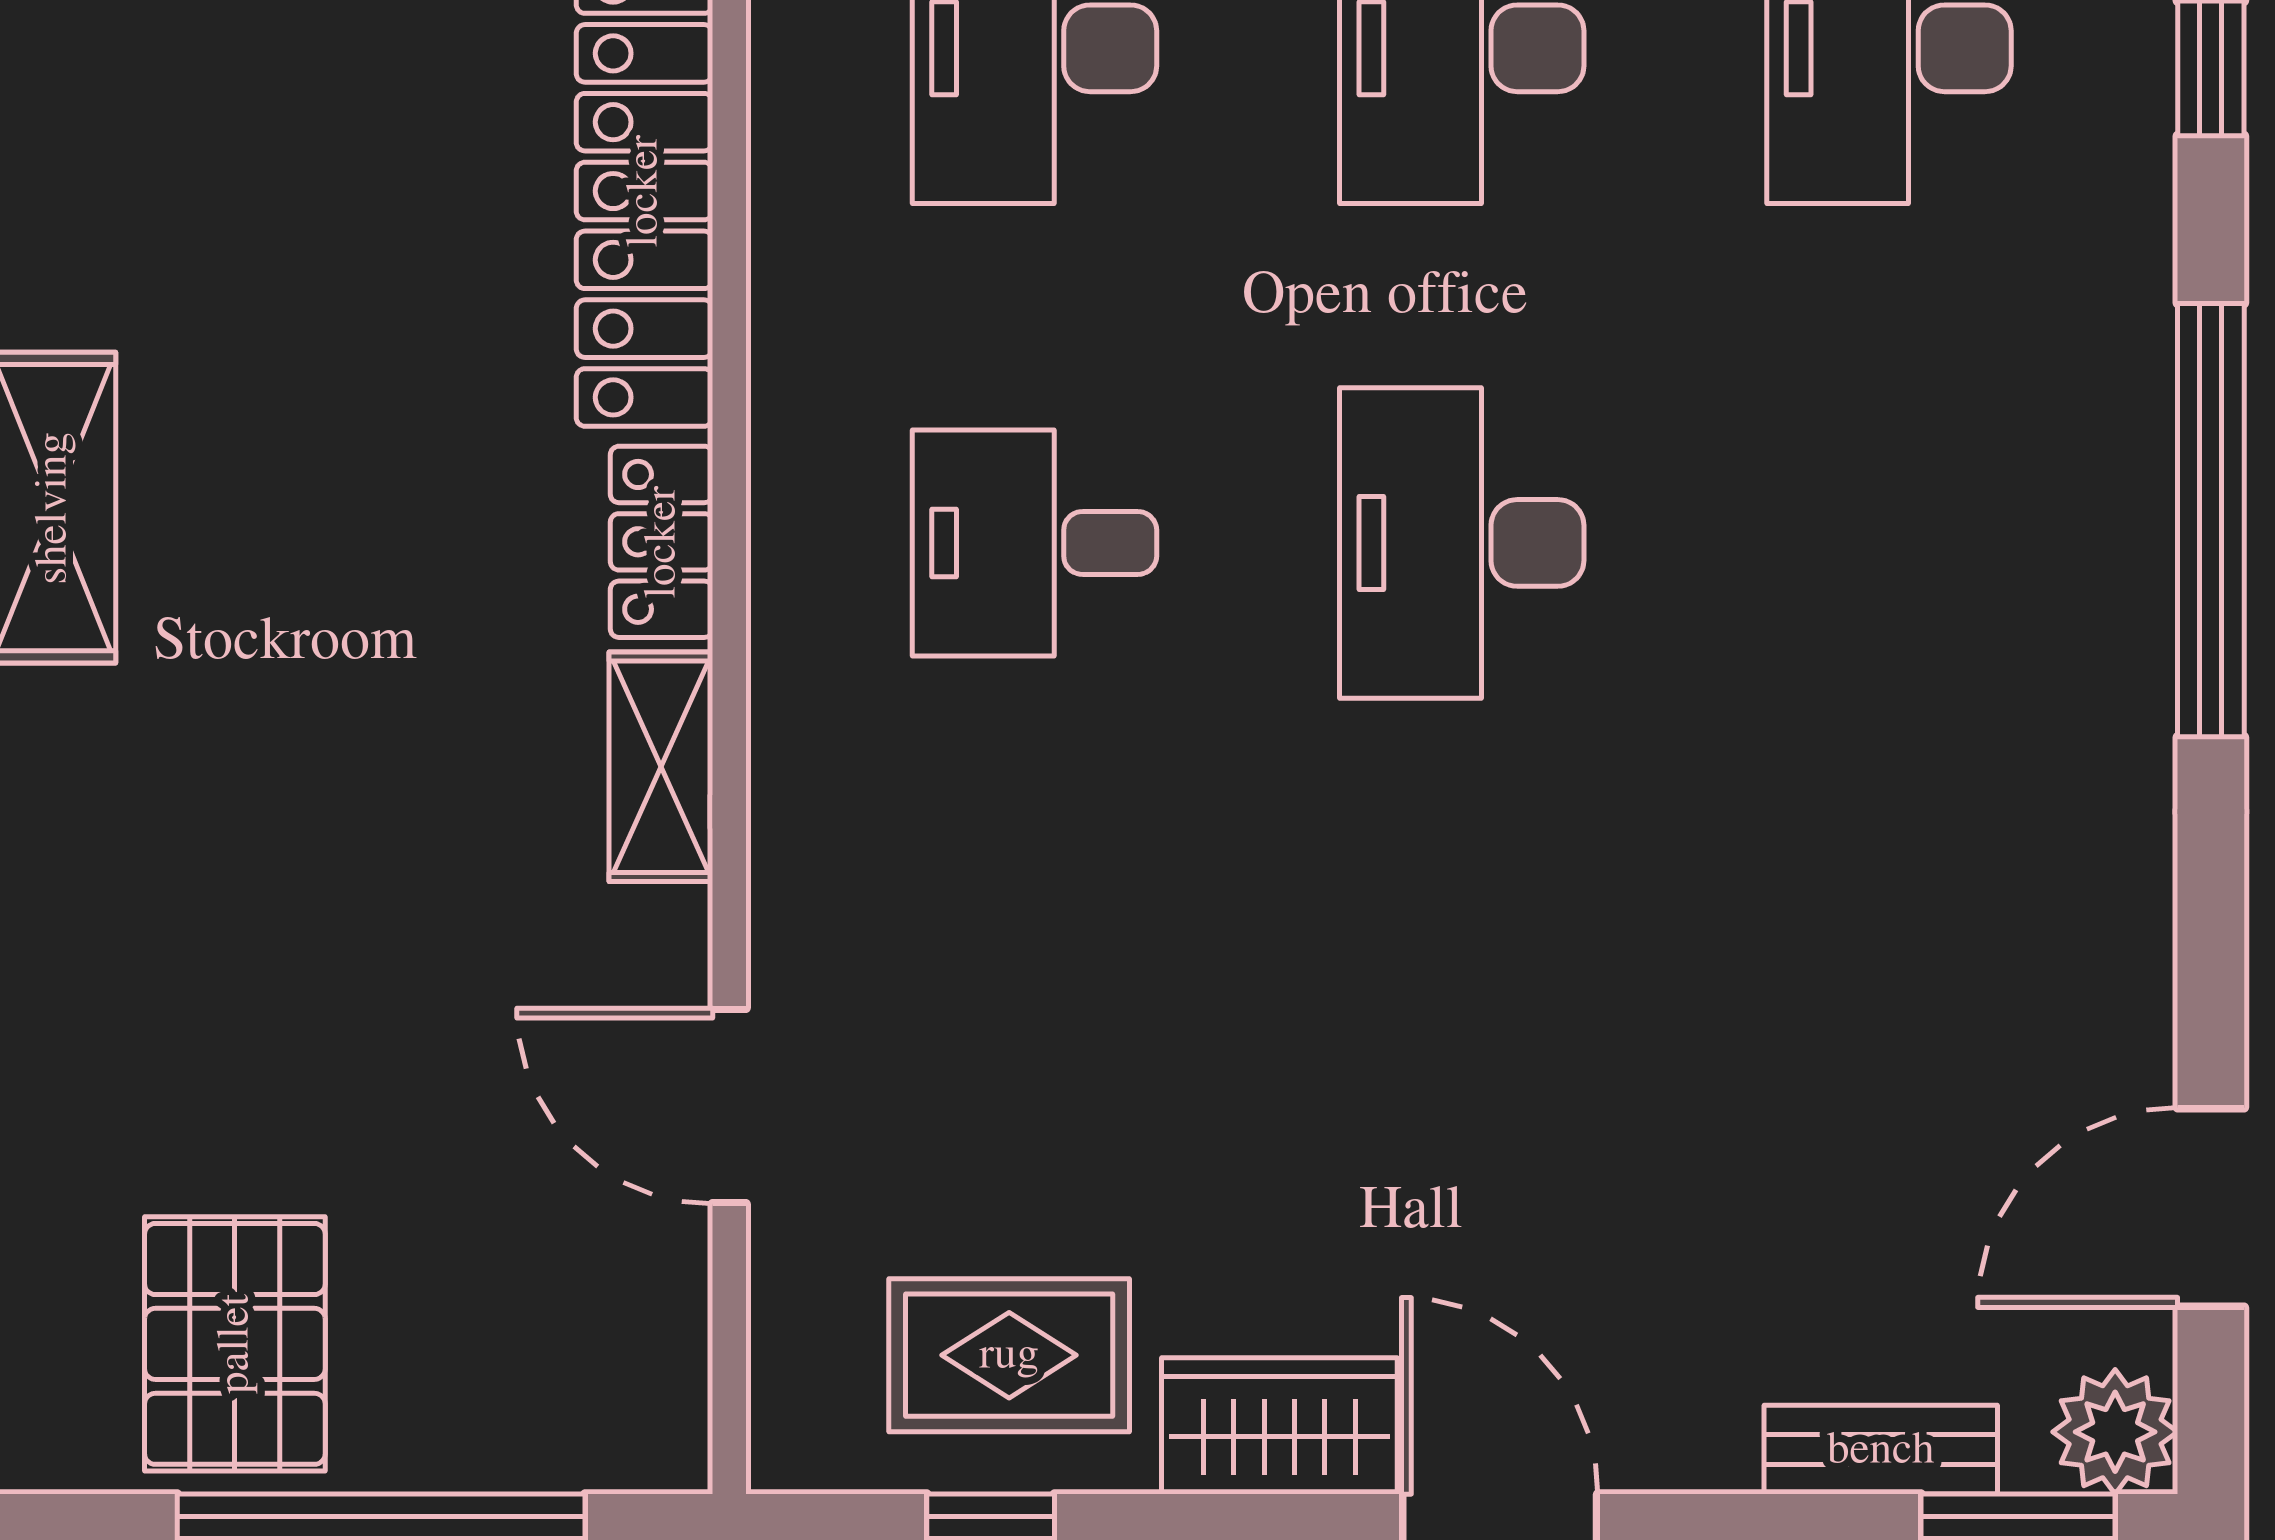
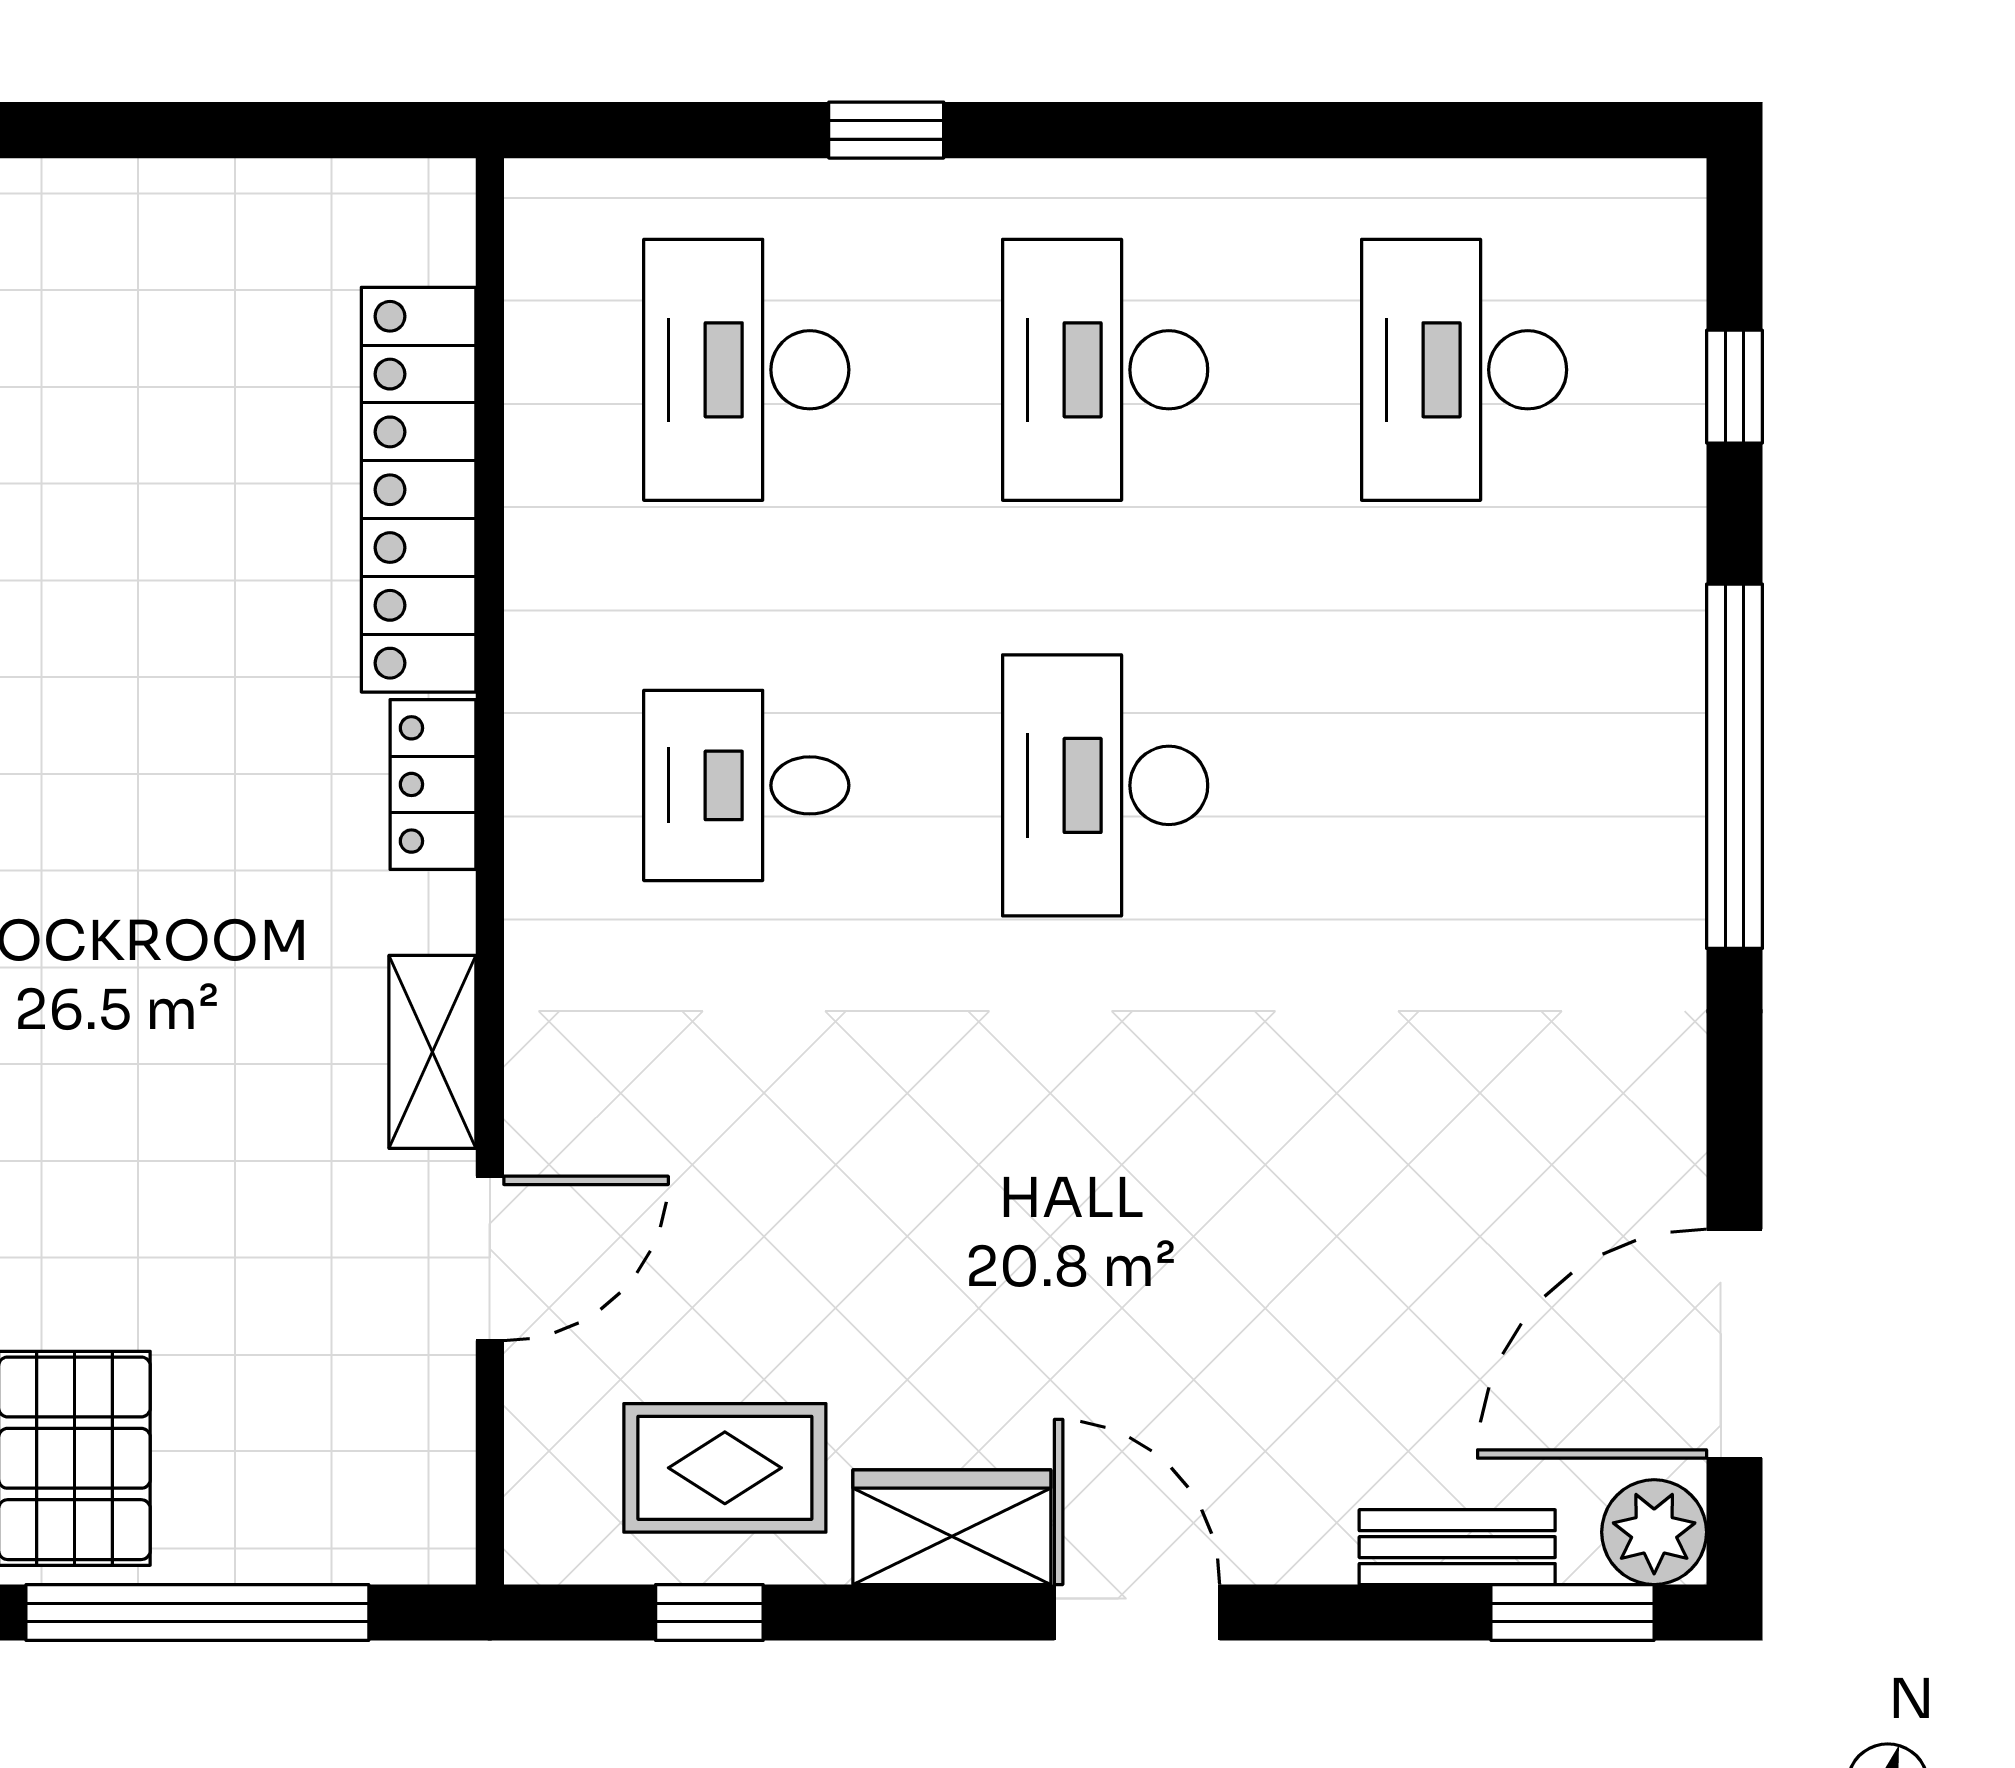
shelving: (661, 767) -> (432, 1052), moved
door: (729, 1106) -> (490, 1258), swing flipped
door: (2211, 1207) -> (1735, 1344), width x1.36

